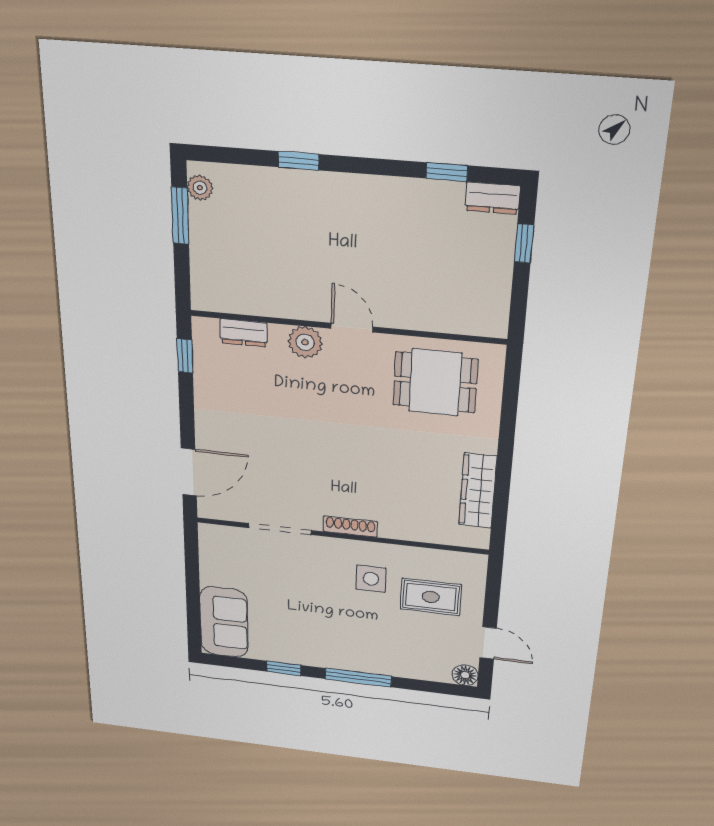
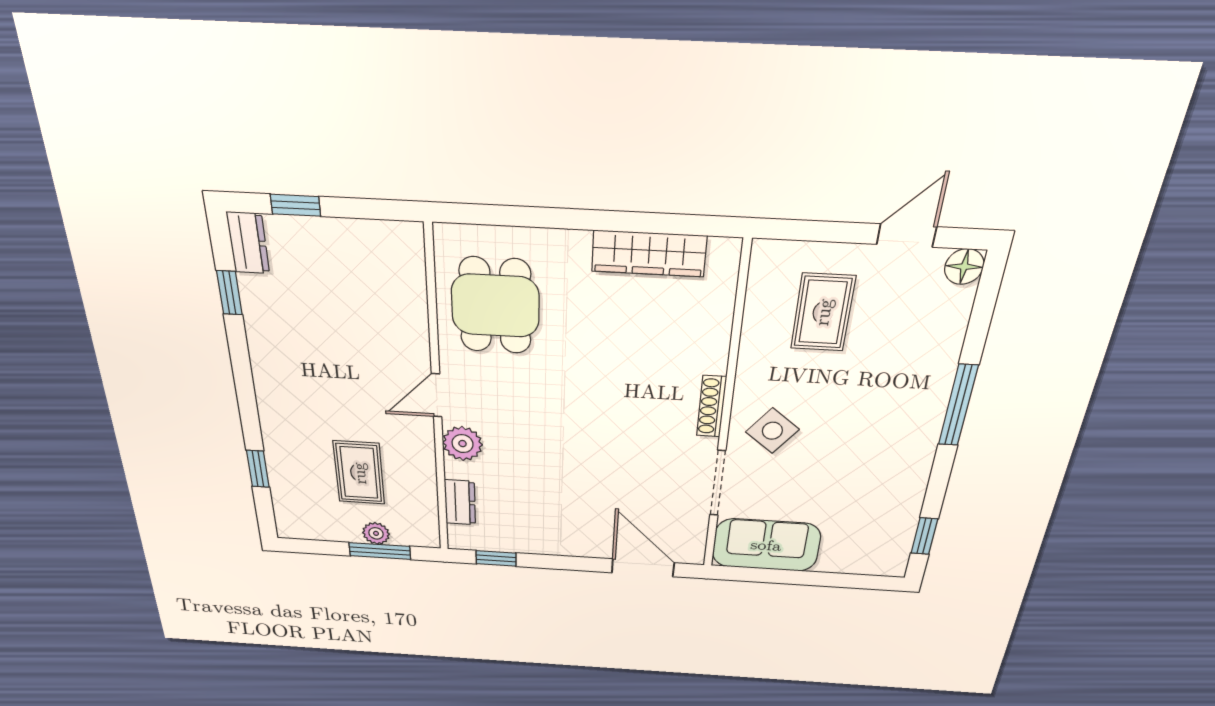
window: (299, 161) -> (258, 469), moved
plant: (200, 188) -> (376, 533), moved
window: (180, 216) -> (380, 551), moved
rug: (268, 251) -> (359, 473), added
side table: (371, 579) -> (772, 431), moved, turned 38
sofa: (224, 622) -> (766, 545), moved
window: (284, 668) -> (924, 536), moved

